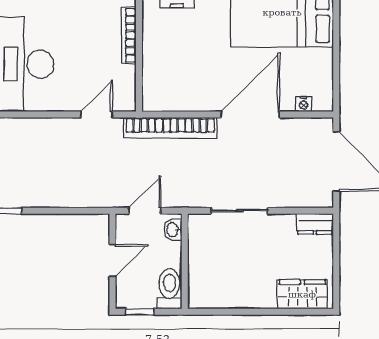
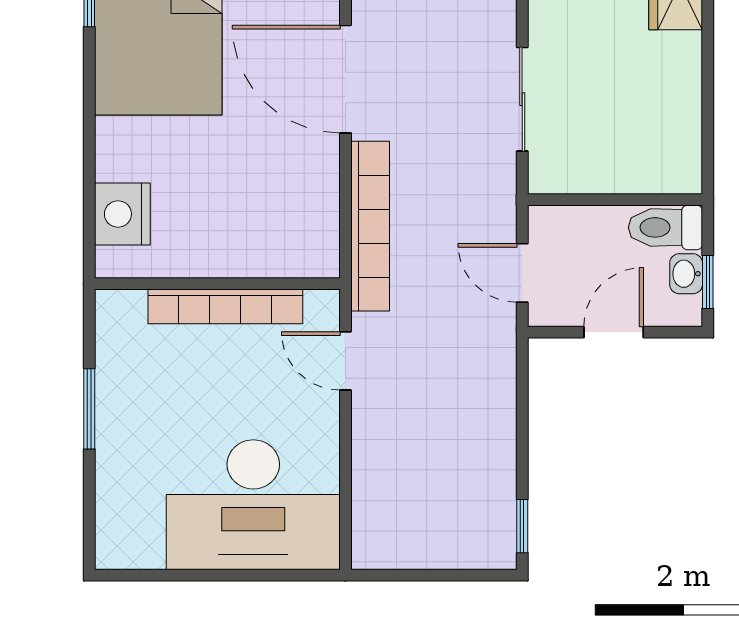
bookcase: (129, 35) -> (225, 306), width x1.48, depth x1.31
washbasin: (173, 230) -> (686, 274), moved, turned 90
door: (112, 260) -> (614, 332), hinge flipped

